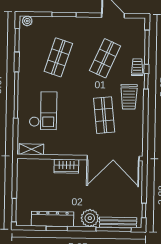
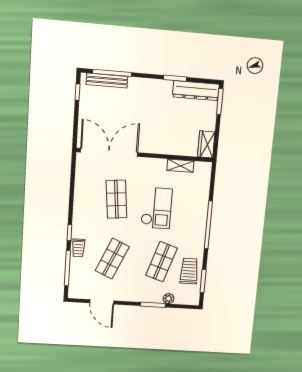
plant: (27, 21) -> (168, 299), moved
trolley: (129, 97) -> (189, 271), moved
checkout: (43, 111) -> (156, 208), moved, turned 180
shelving: (31, 149) -> (180, 166), moved
wardrobe: (66, 166) -> (206, 144), moved, turned -90
plant: (90, 218) -> (138, 87), removed
dresser: (53, 219) -> (196, 91), moved

